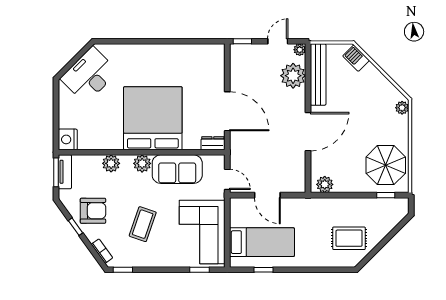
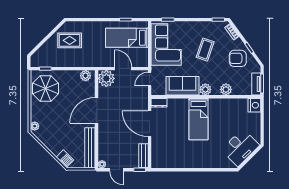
door: (278, 41) -> (116, 170), hinge flipped
bench: (237, 63) -> (143, 156), added
plant: (293, 76) -> (106, 78), moved
bed: (153, 118) -> (198, 119), width x0.49
door: (227, 179) -> (150, 79), hinge flipped

